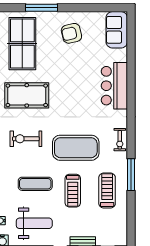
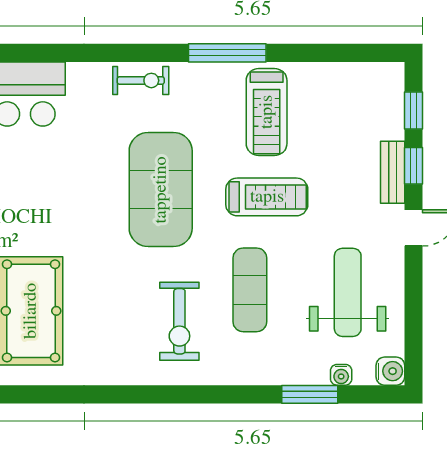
exercise bike: (26, 139) -> (179, 321), moved
treadmill: (107, 191) -> (267, 112), turned -90

